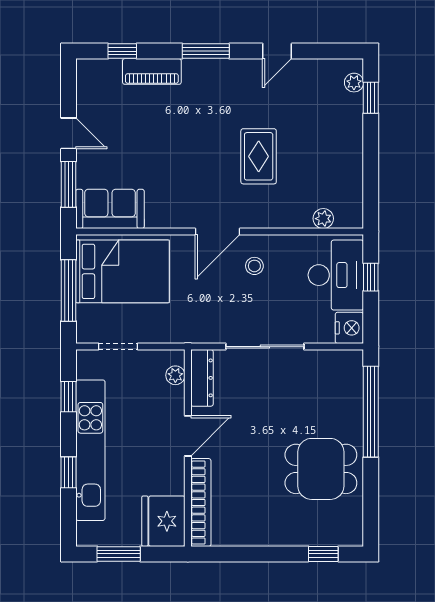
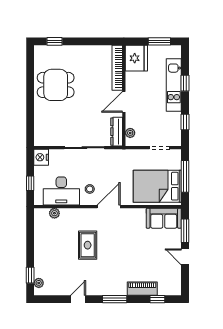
desk: (336, 275) -> (61, 191), moved, turned -90
window: (371, 412) -> (30, 114), removed
kitchen unit: (90, 450) -> (174, 85), width x0.73

